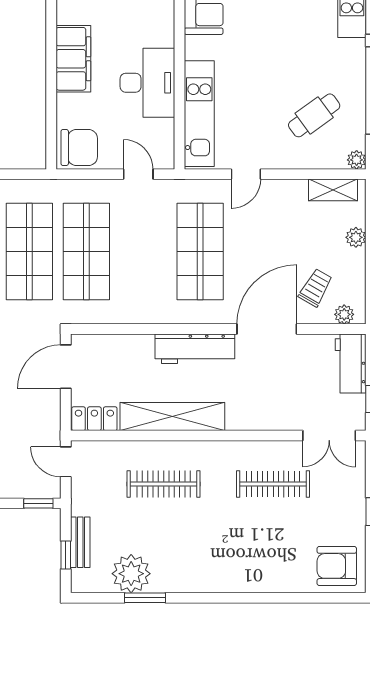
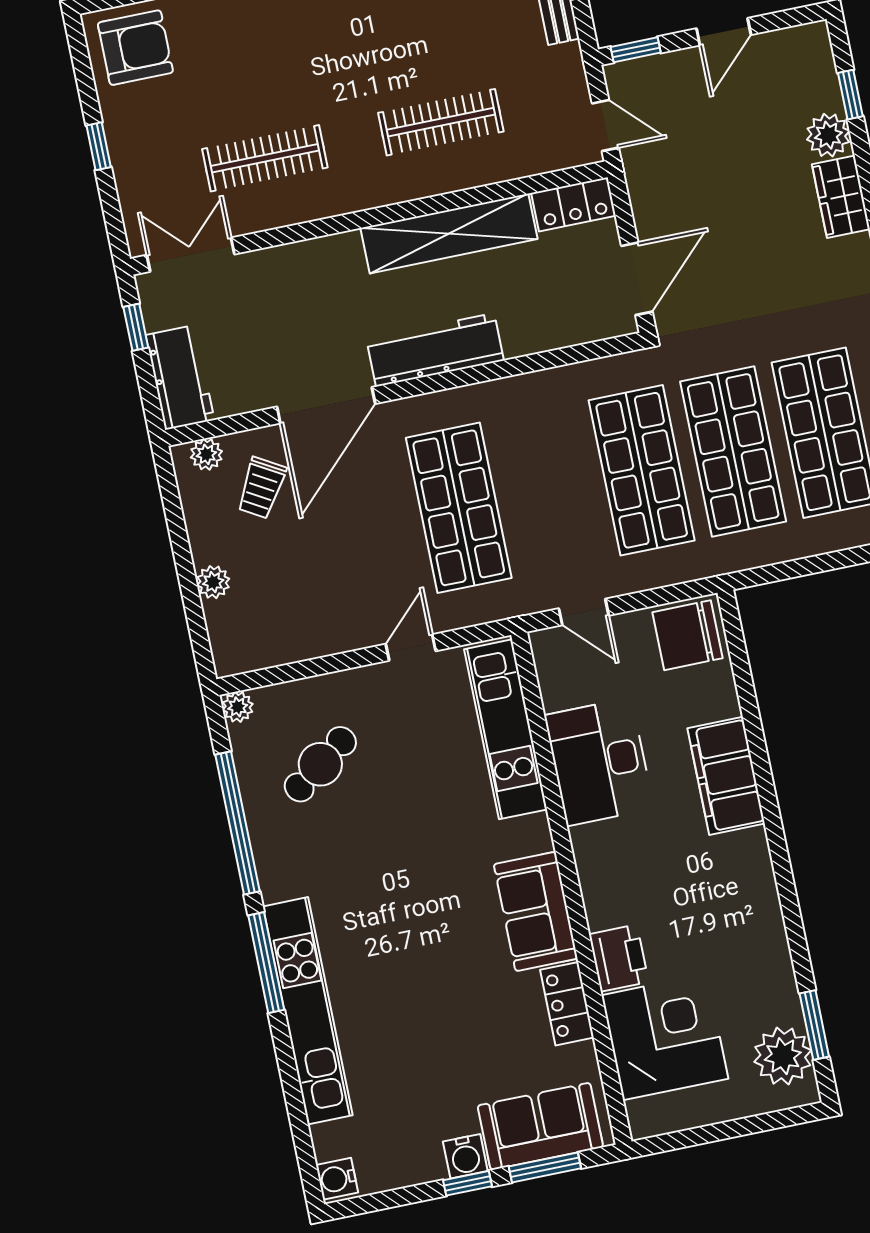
shelving: (333, 190) -> (266, 651), removed

